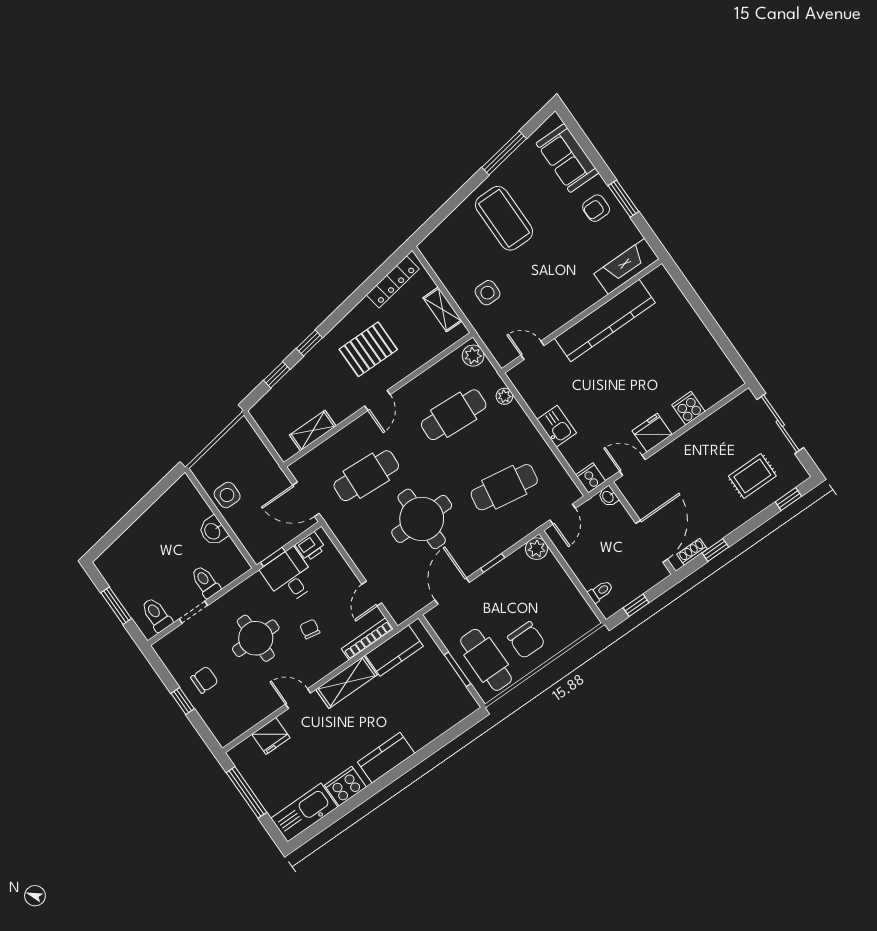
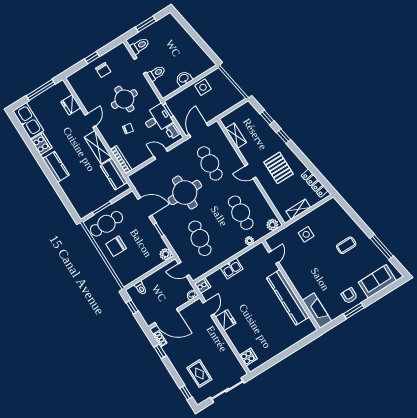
coffee table: (504, 218) -> (346, 245), width x0.54, depth x0.58
cooker: (688, 408) -> (248, 357), moved
door: (372, 594) -> (161, 154), moved

